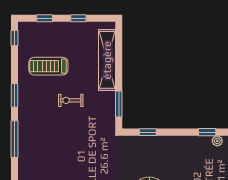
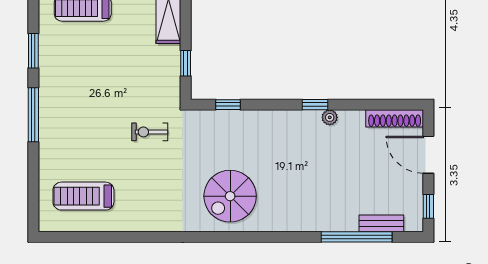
exercise bike: (71, 100) -> (150, 132), moved
window: (119, 104) -> (186, 63), width x0.67

